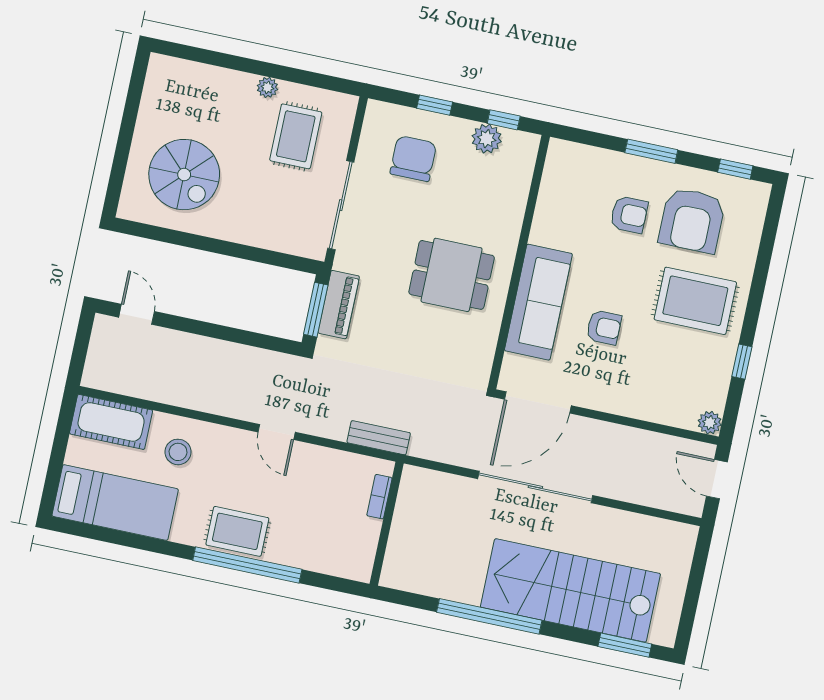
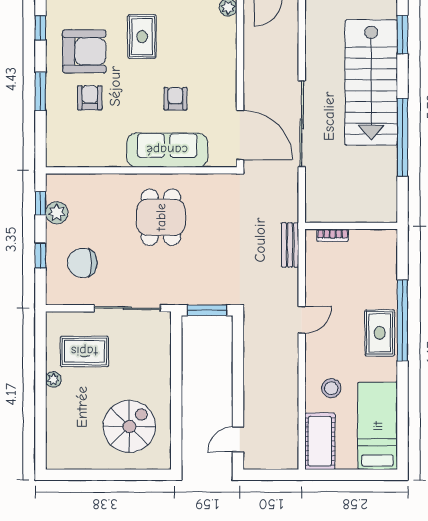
rug: (695, 301) -> (142, 37), width x0.73, depth x0.70
piano: (339, 305) -> (200, 294), removed

